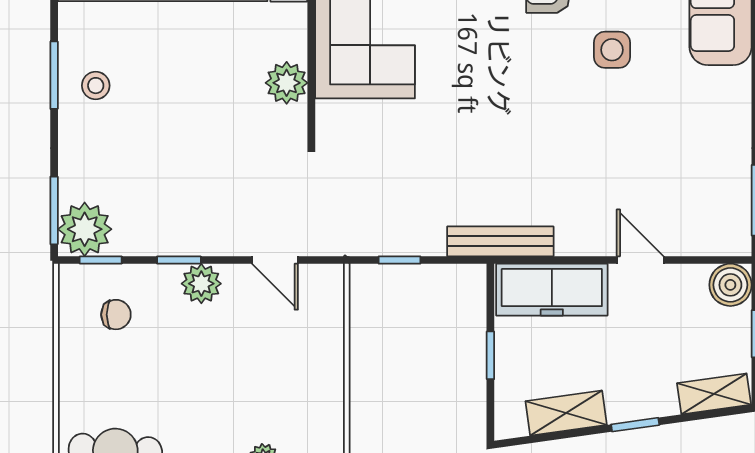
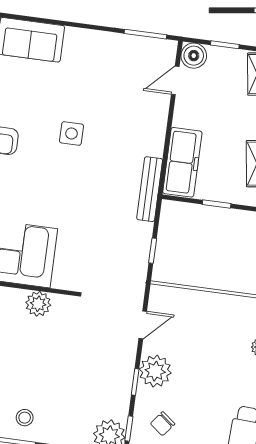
side table: (612, 50) -> (71, 133), moved
door: (640, 260) -> (175, 80), moved
plant: (201, 284) -> (155, 371), width x1.36, depth x1.36
chair: (116, 315) -> (163, 424), turned -142

